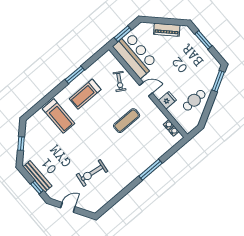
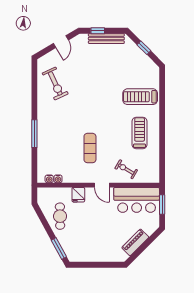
window: (203, 40) -> (102, 265), removed
window: (75, 75) -> (162, 138), removed
door: (146, 89) -> (102, 185), hinge flipped
exercise bike: (92, 173) -> (55, 83), moved, turned 147

